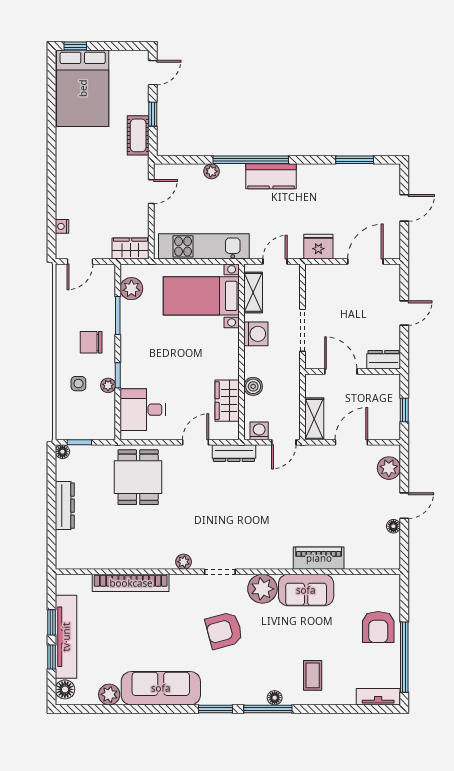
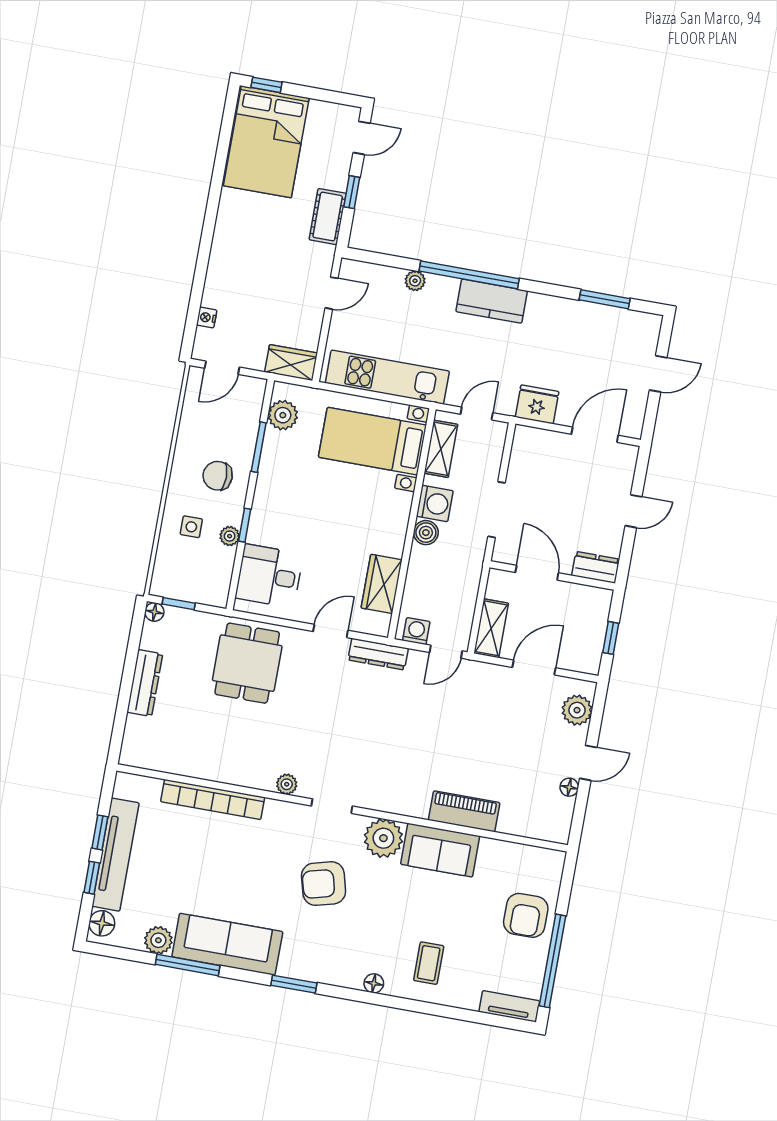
boiler: (253, 386) -> (426, 533), moved
window: (268, 709) -> (188, 965), moved

